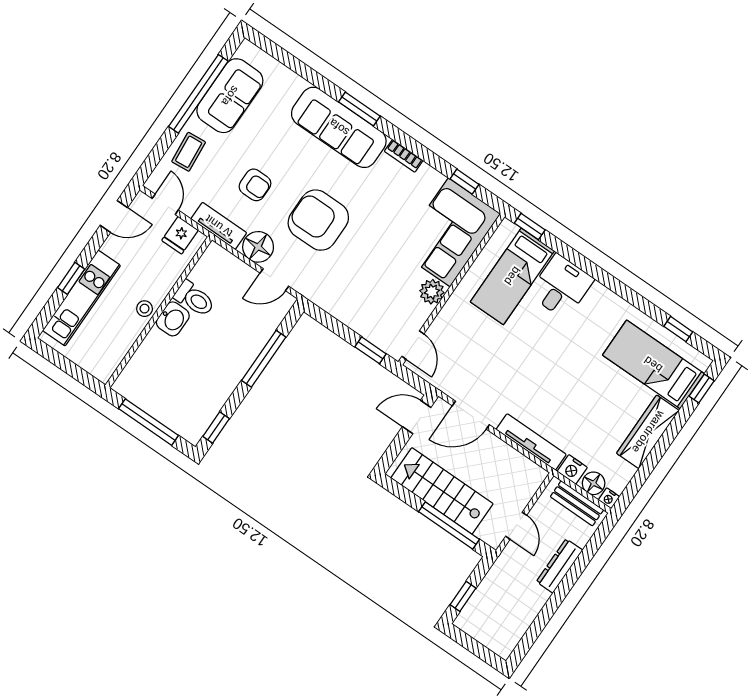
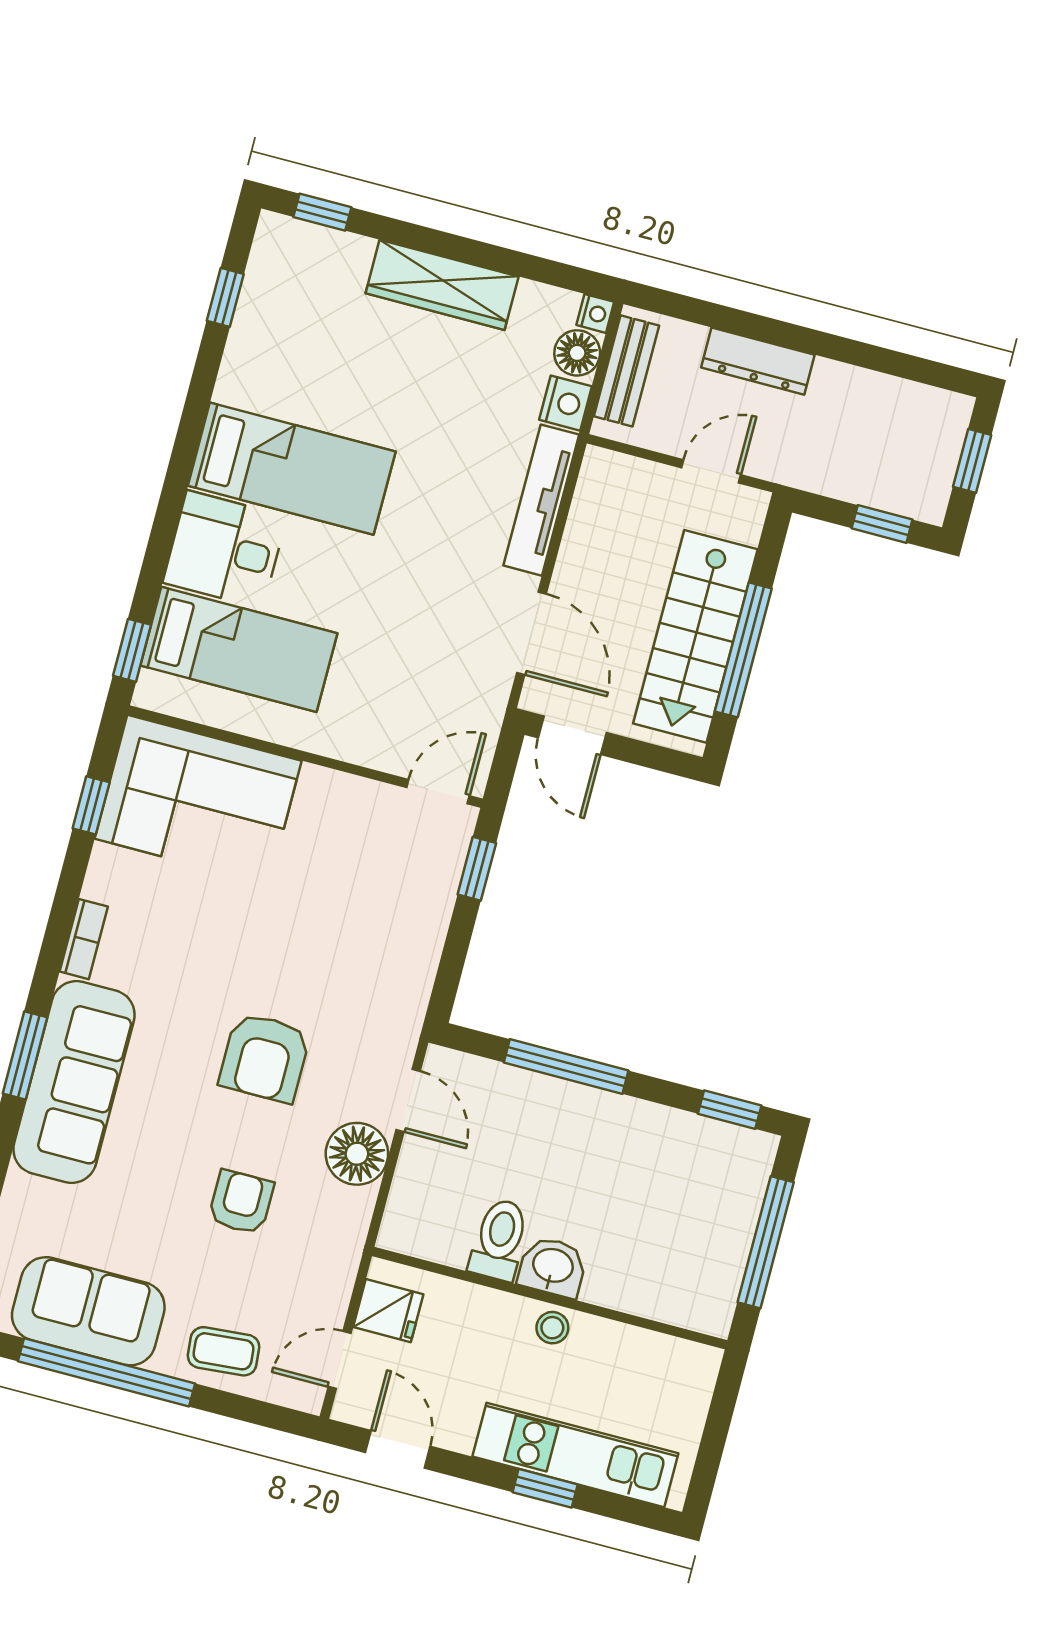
armchair: (318, 220) -> (265, 1058), width x0.73, depth x0.73
tv unit: (219, 226) -> (344, 1243), removed
plant: (432, 292) -> (323, 792), removed
bed: (653, 364) -> (292, 469), moved, turned -90
window: (449, 526) -> (743, 650), moved
window: (477, 649) -> (972, 461), added

